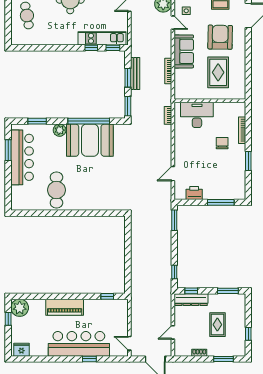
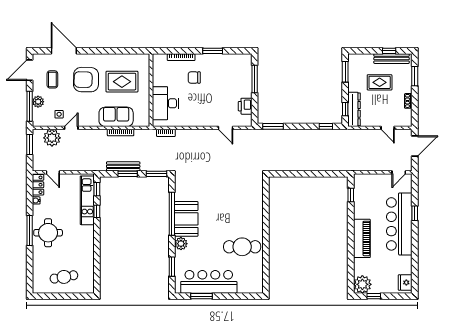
sofa: (184, 51) -> (116, 117), moved
booth: (90, 140) -> (186, 219), width x0.73, depth x0.70
bench: (241, 336) -> (392, 59), added

